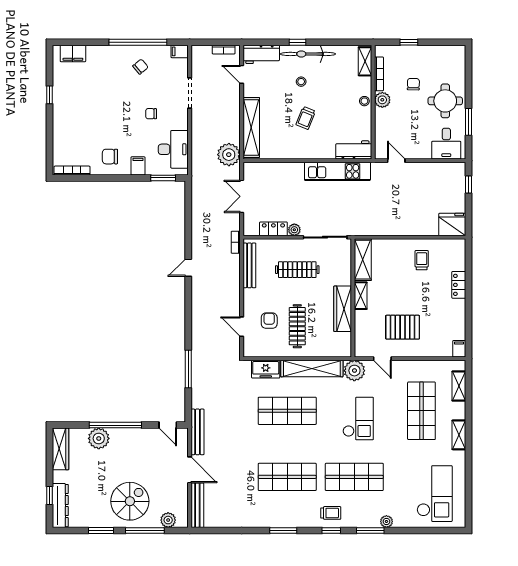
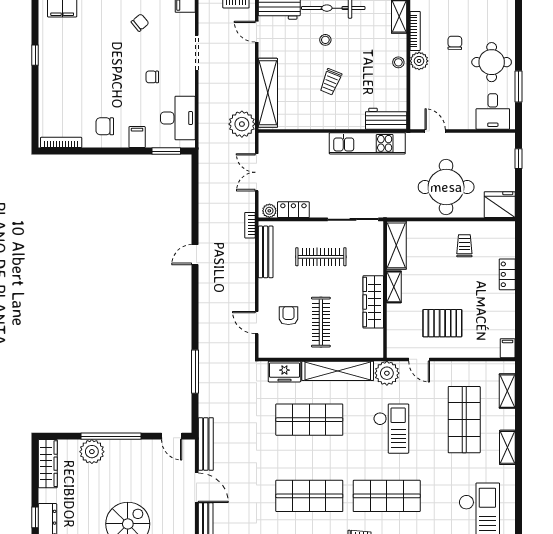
round table: (406, 209) -> (446, 187), added
plant: (294, 230) -> (269, 211), moved

